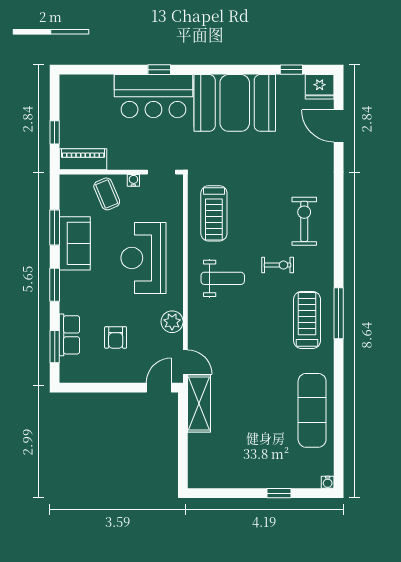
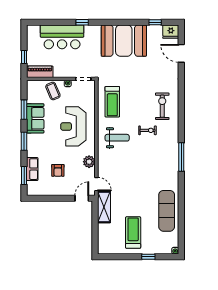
bar counter: (153, 96) -> (62, 37), moved
treadmill: (307, 320) -> (133, 233), moved

